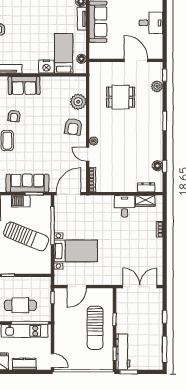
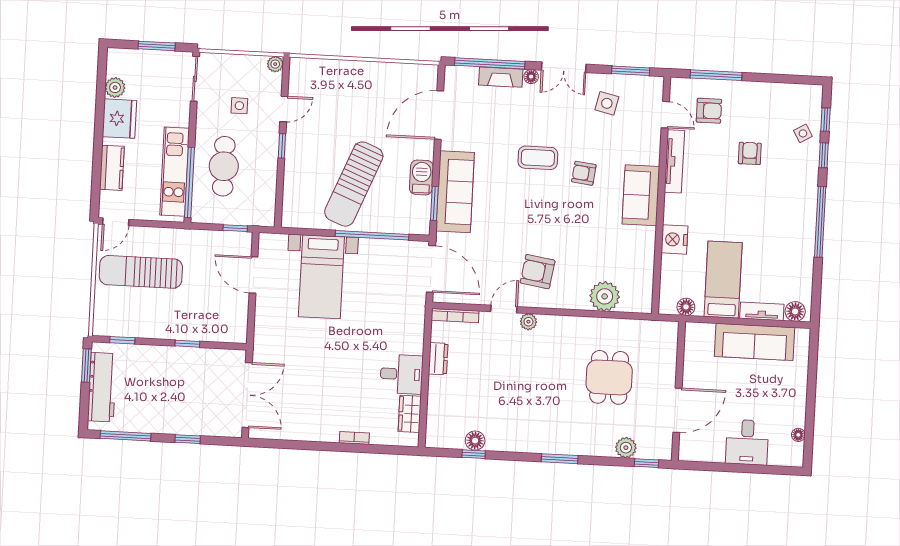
bed: (64, 53) -> (723, 280), moved, turned -90
armchair: (73, 127) -> (538, 272), moved
dresser: (146, 187) -> (438, 359), moved
sun lounger: (95, 328) -> (141, 272), moved
workbench: (123, 352) -> (102, 387), moved, turned -90

